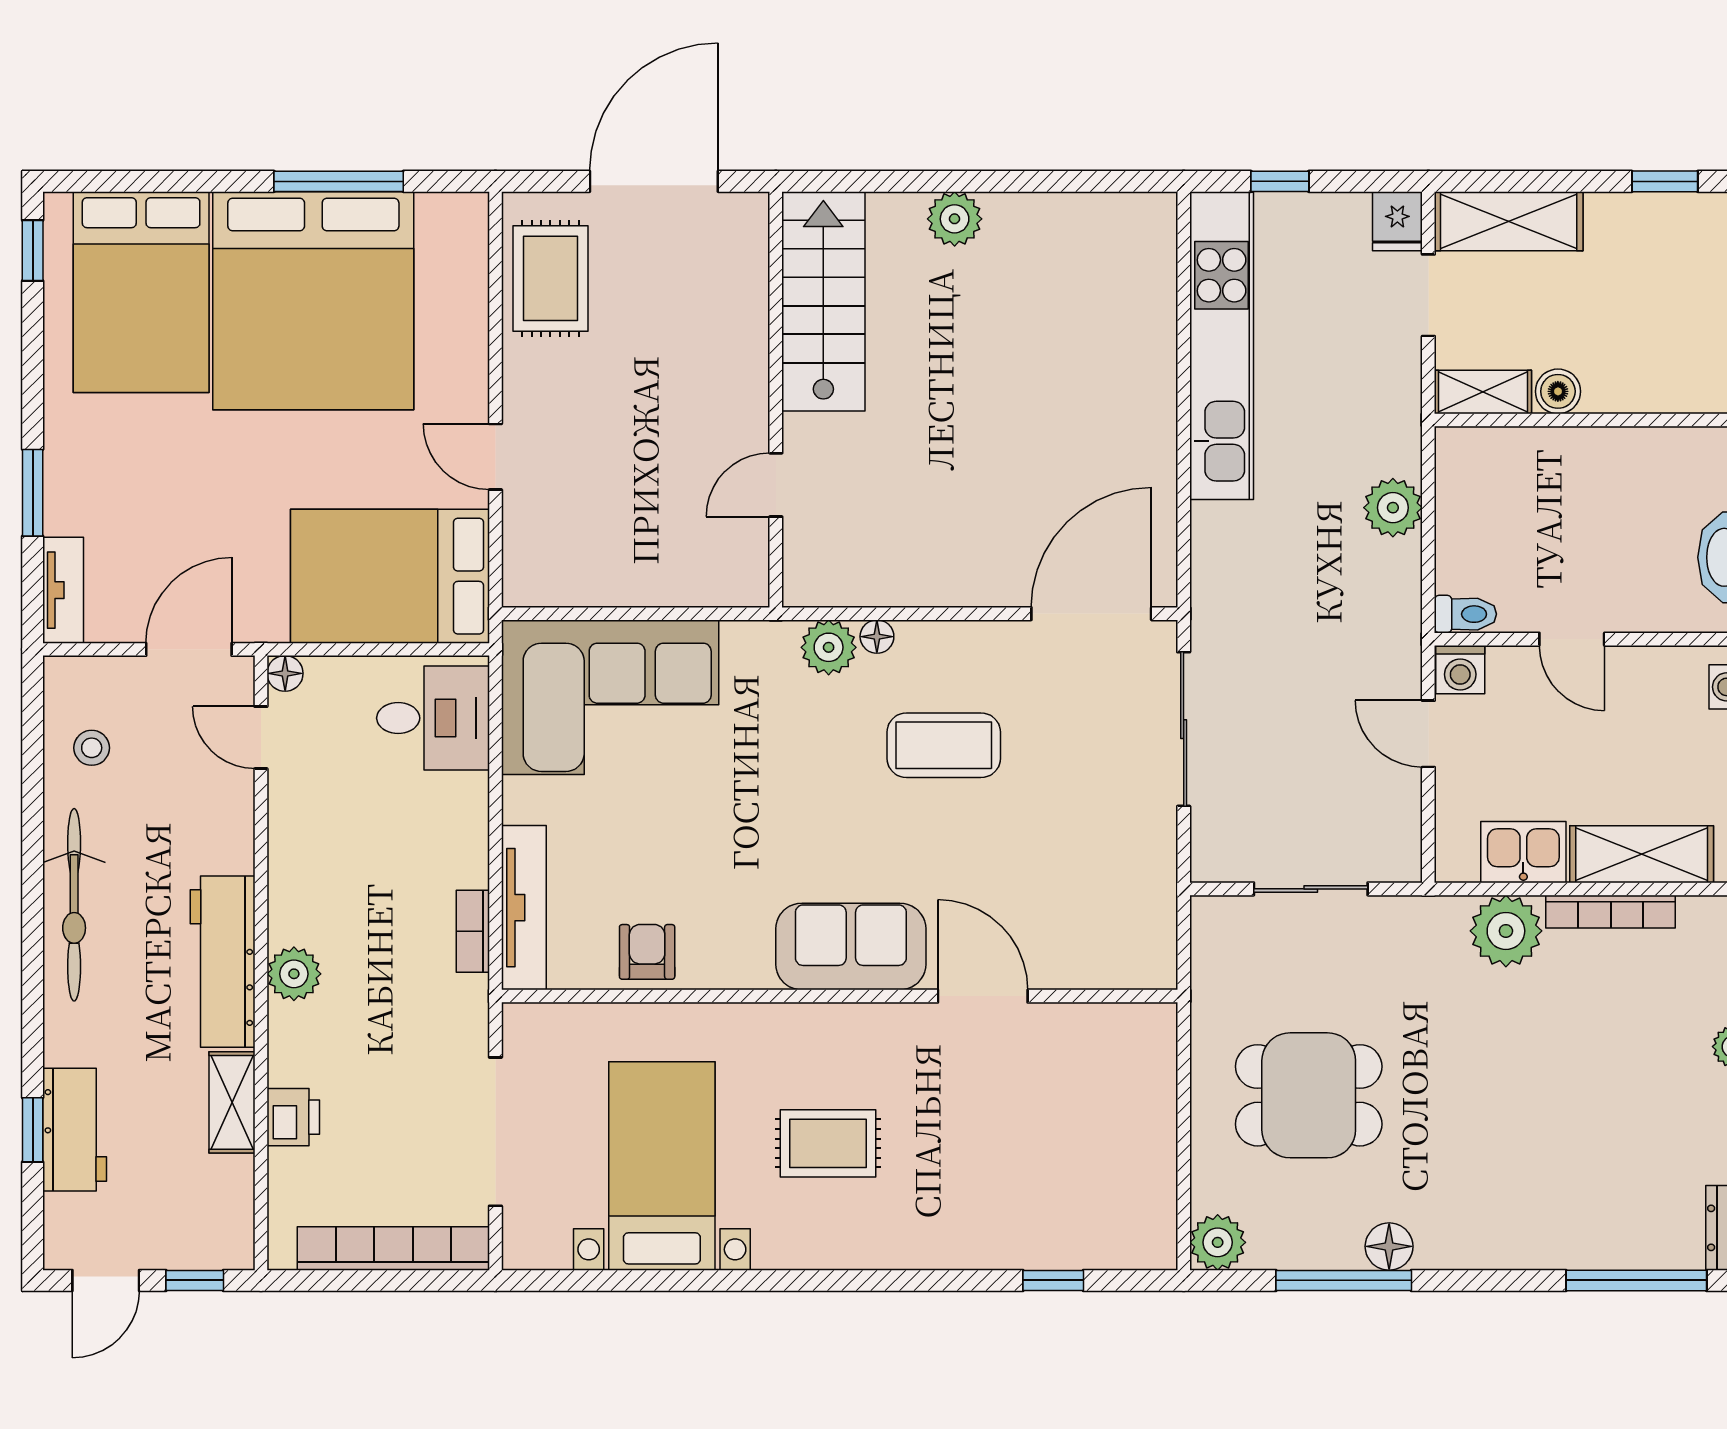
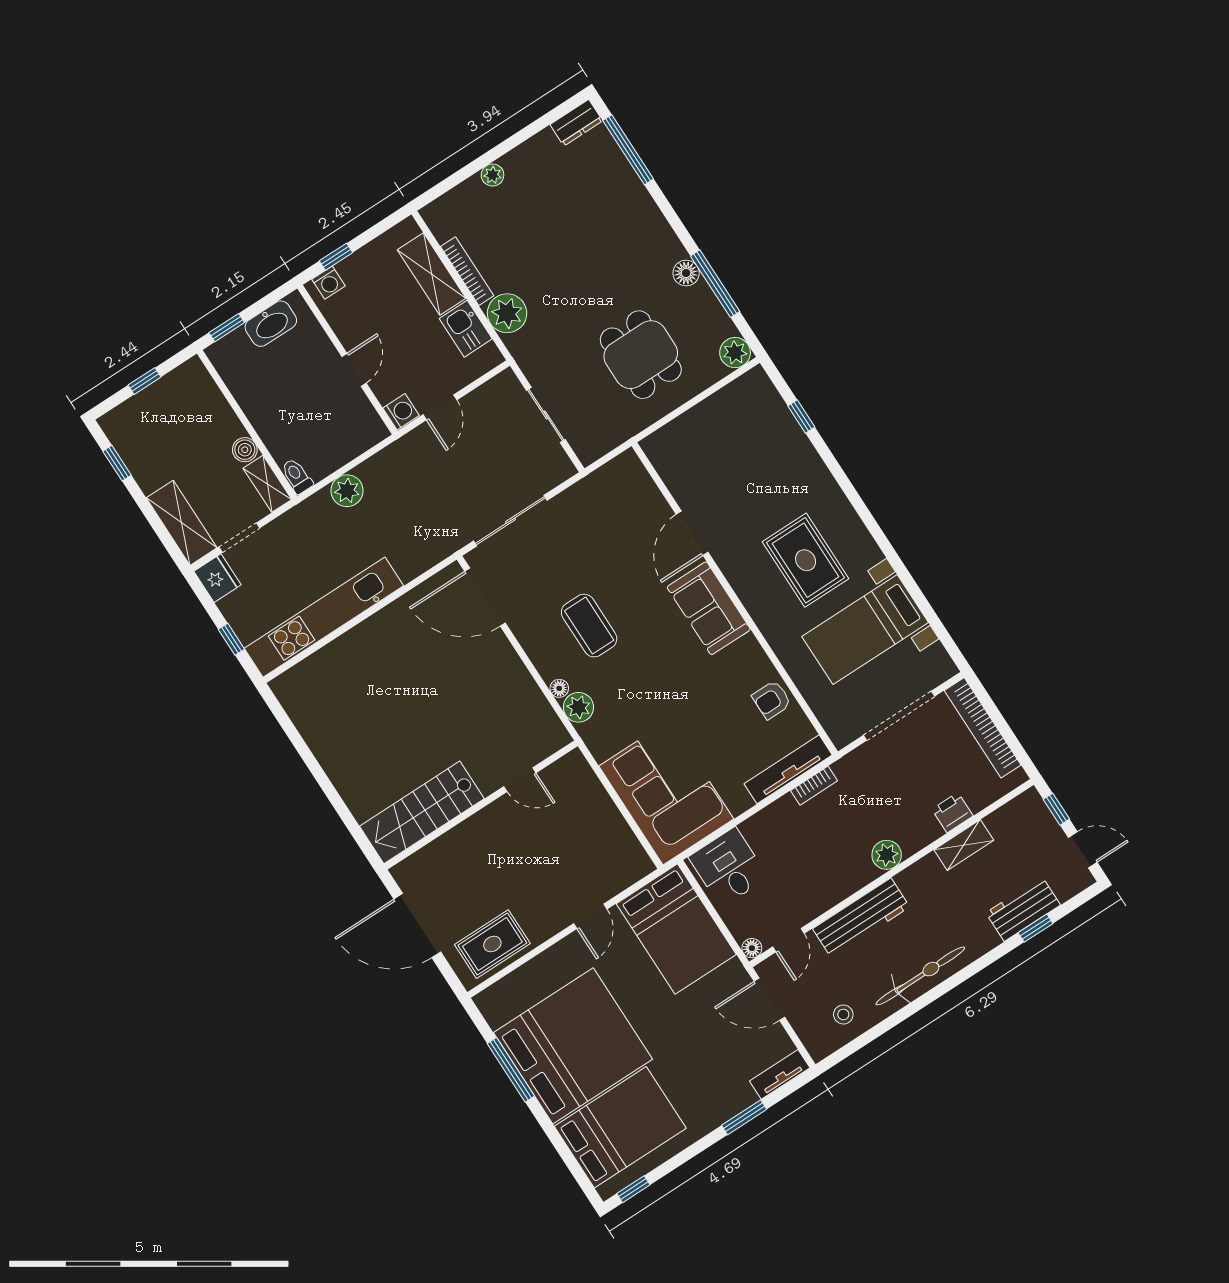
plant: (955, 219) -> (345, 777), removed
fridge: (1397, 221) -> (217, 578), width x1.38
toilet: (1465, 614) -> (297, 476), moved
workbench: (223, 962) -> (861, 918), moved
rug: (828, 1143) -> (806, 560), width x1.36, depth x1.43

